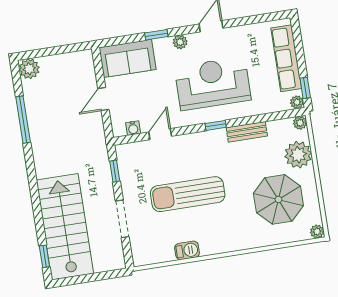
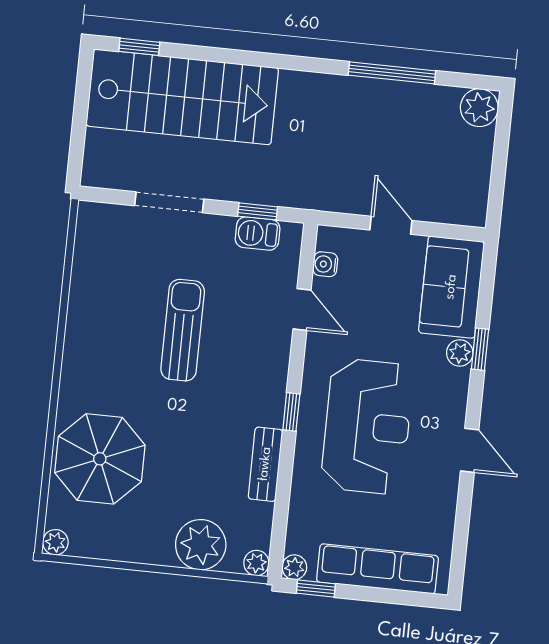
plant: (180, 42) -> (460, 353), moved
sun lounger: (188, 194) -> (183, 330), width x0.73, depth x0.75
parasol: (278, 199) -> (100, 459), moved
barbecue: (187, 250) -> (258, 234), moved, turned 90

